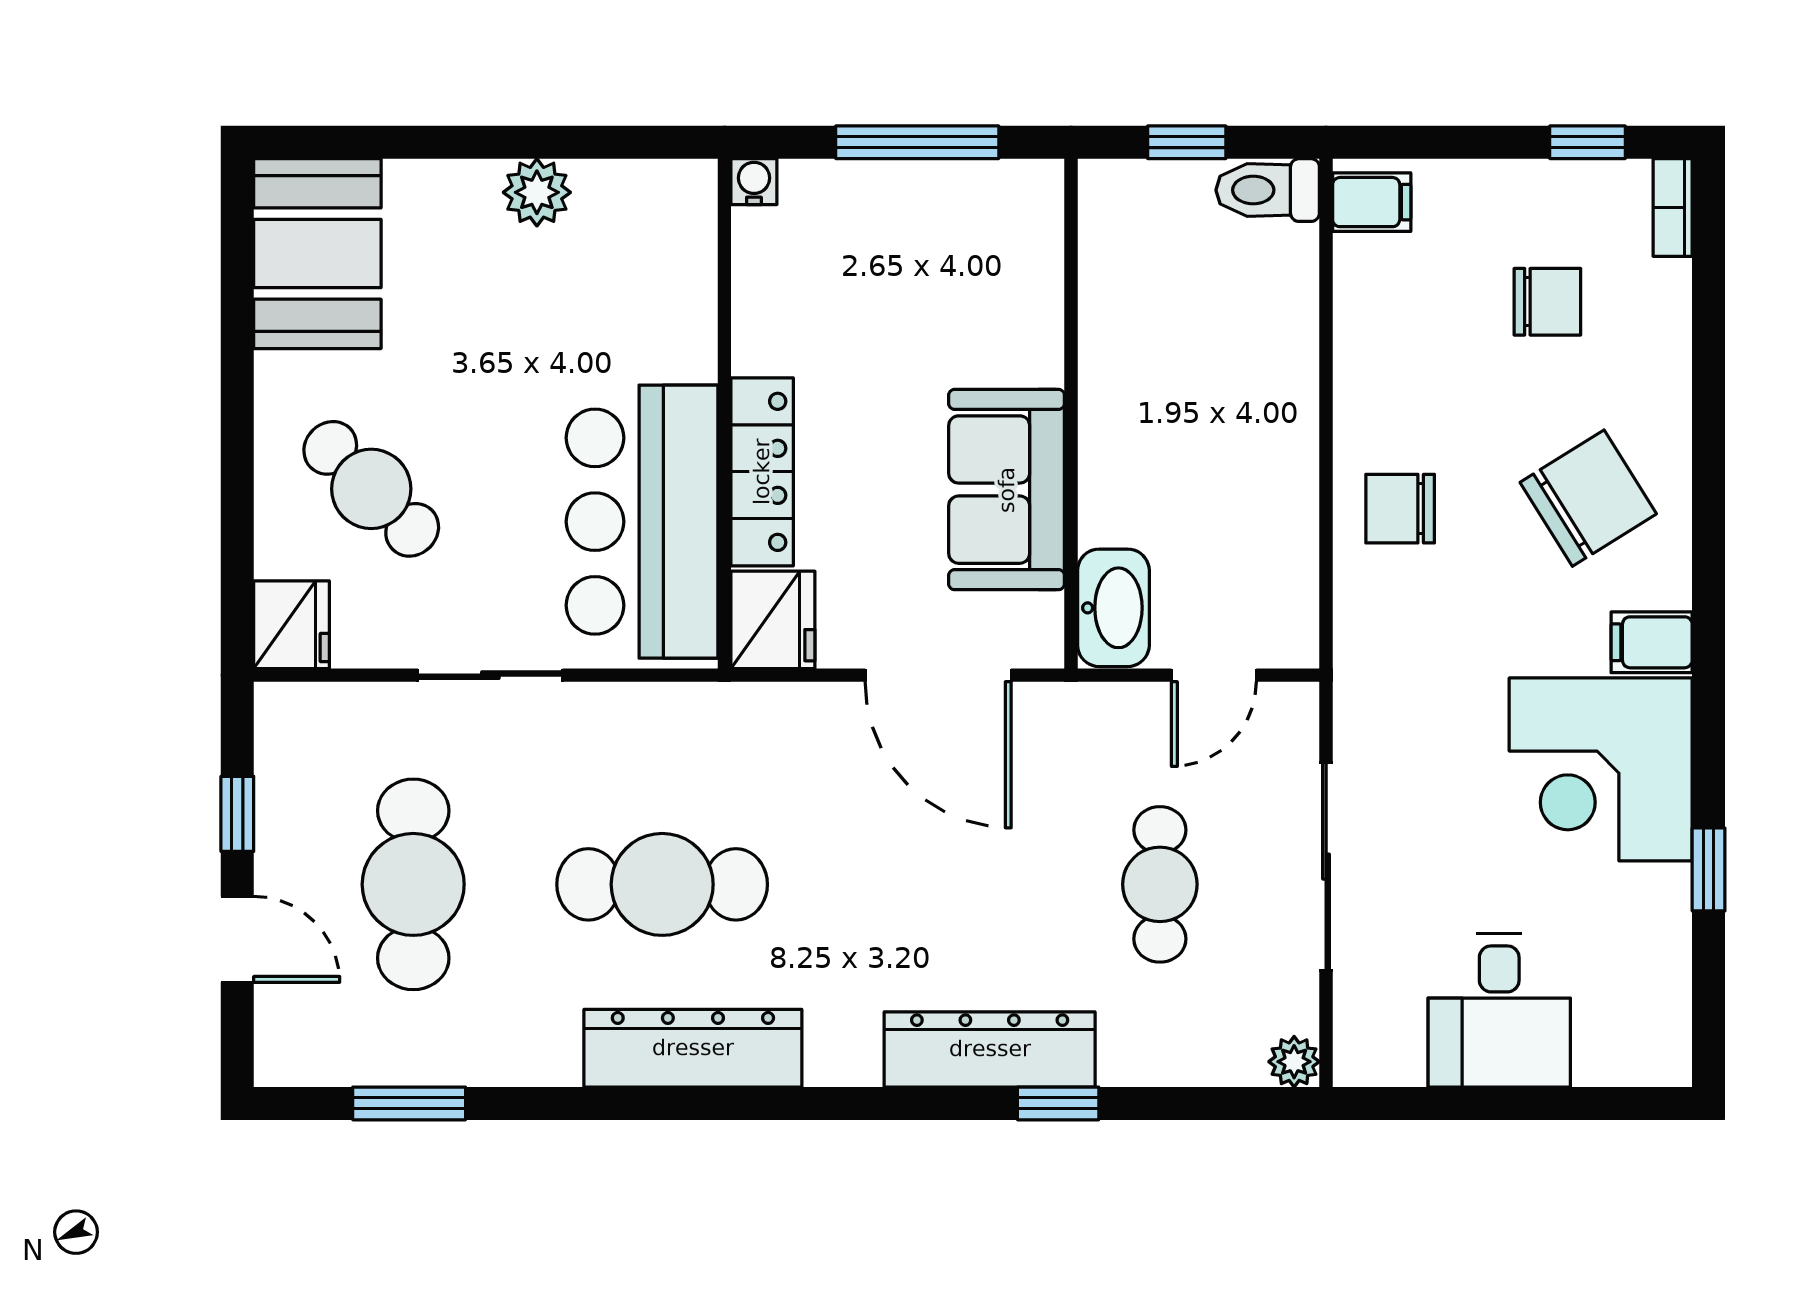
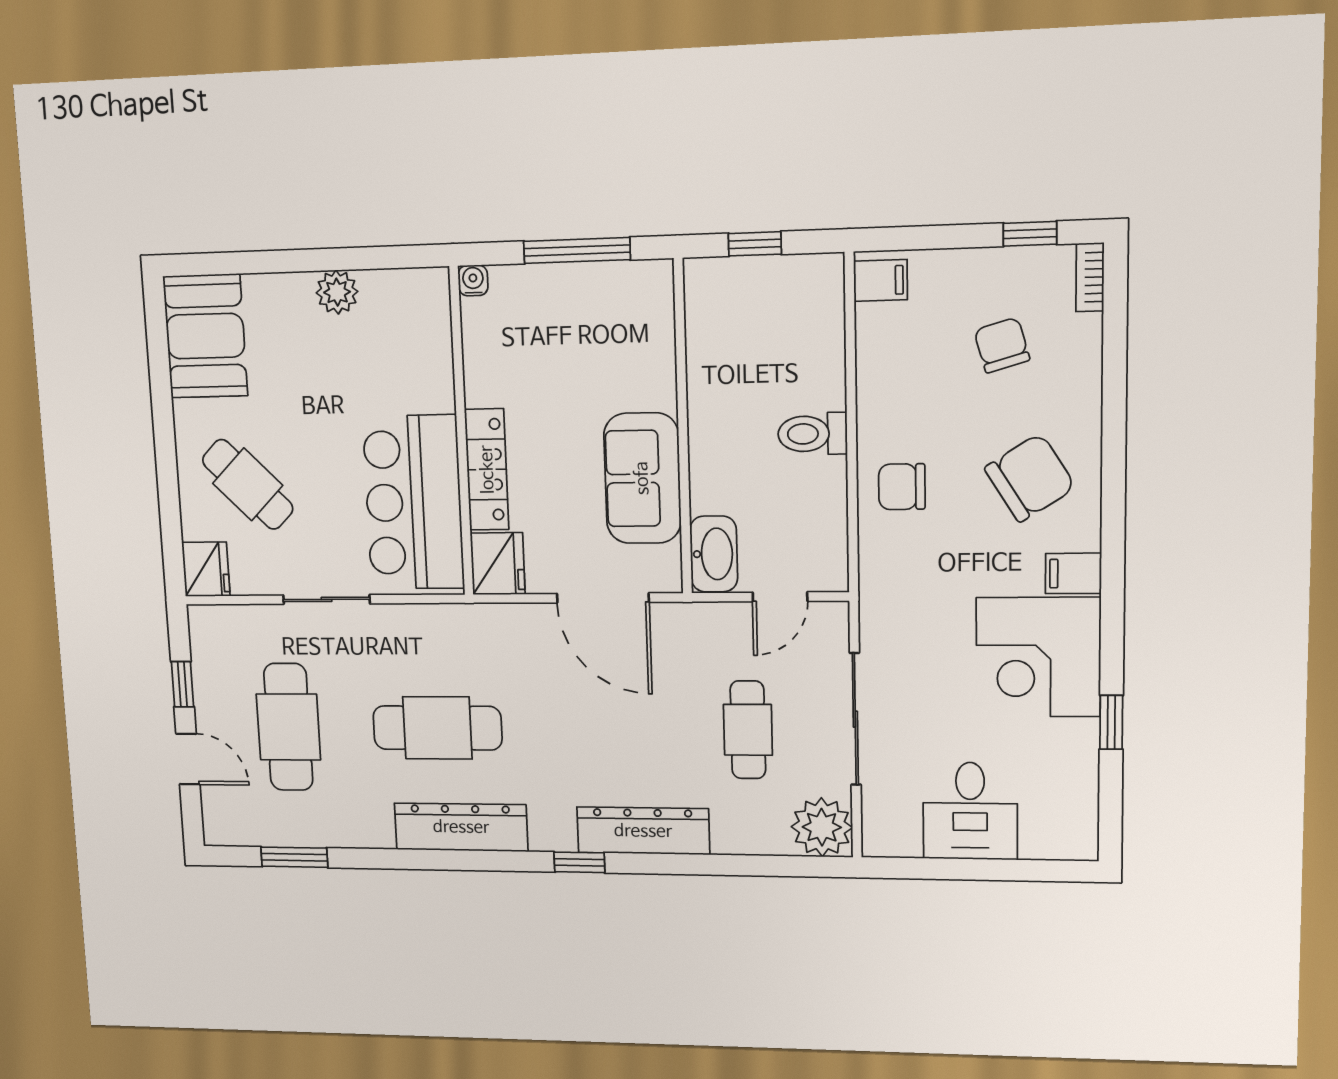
toilet: (1268, 190) -> (813, 434), moved
chair: (1547, 302) -> (1002, 345), turned -106
plant: (1294, 1062) -> (822, 827), width x1.88, depth x1.88
window: (1058, 1103) -> (579, 862), moved

